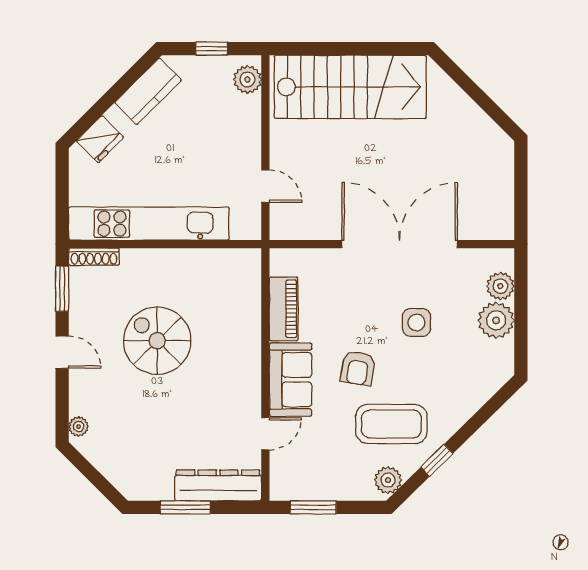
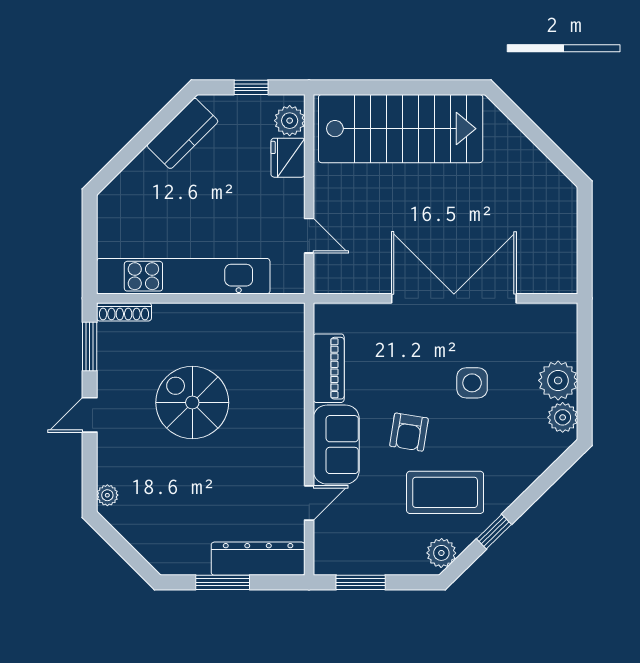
fridge: (100, 139) -> (288, 158), moved, turned 135
plant: (500, 286) -> (563, 417), moved
door: (62, 352) -> (90, 415), swing flipped

